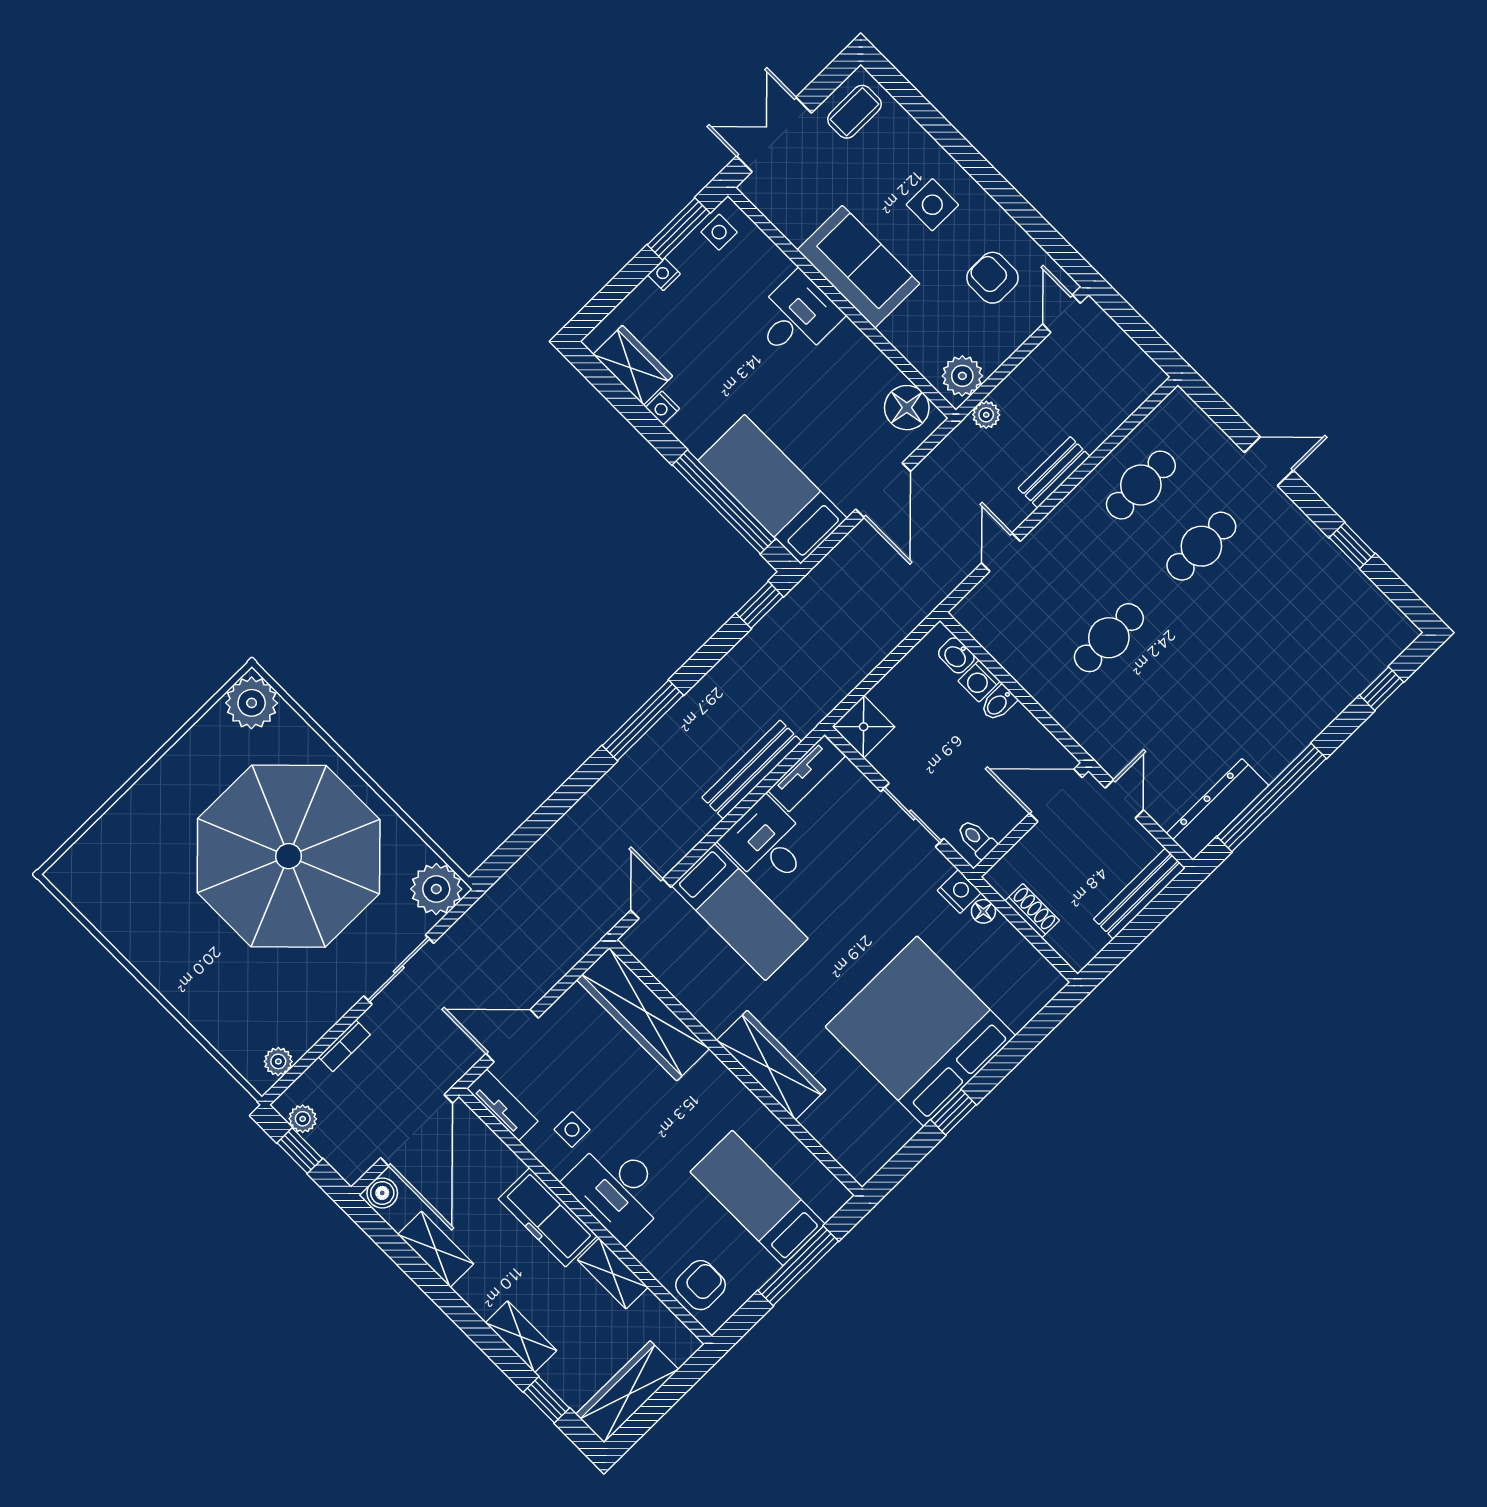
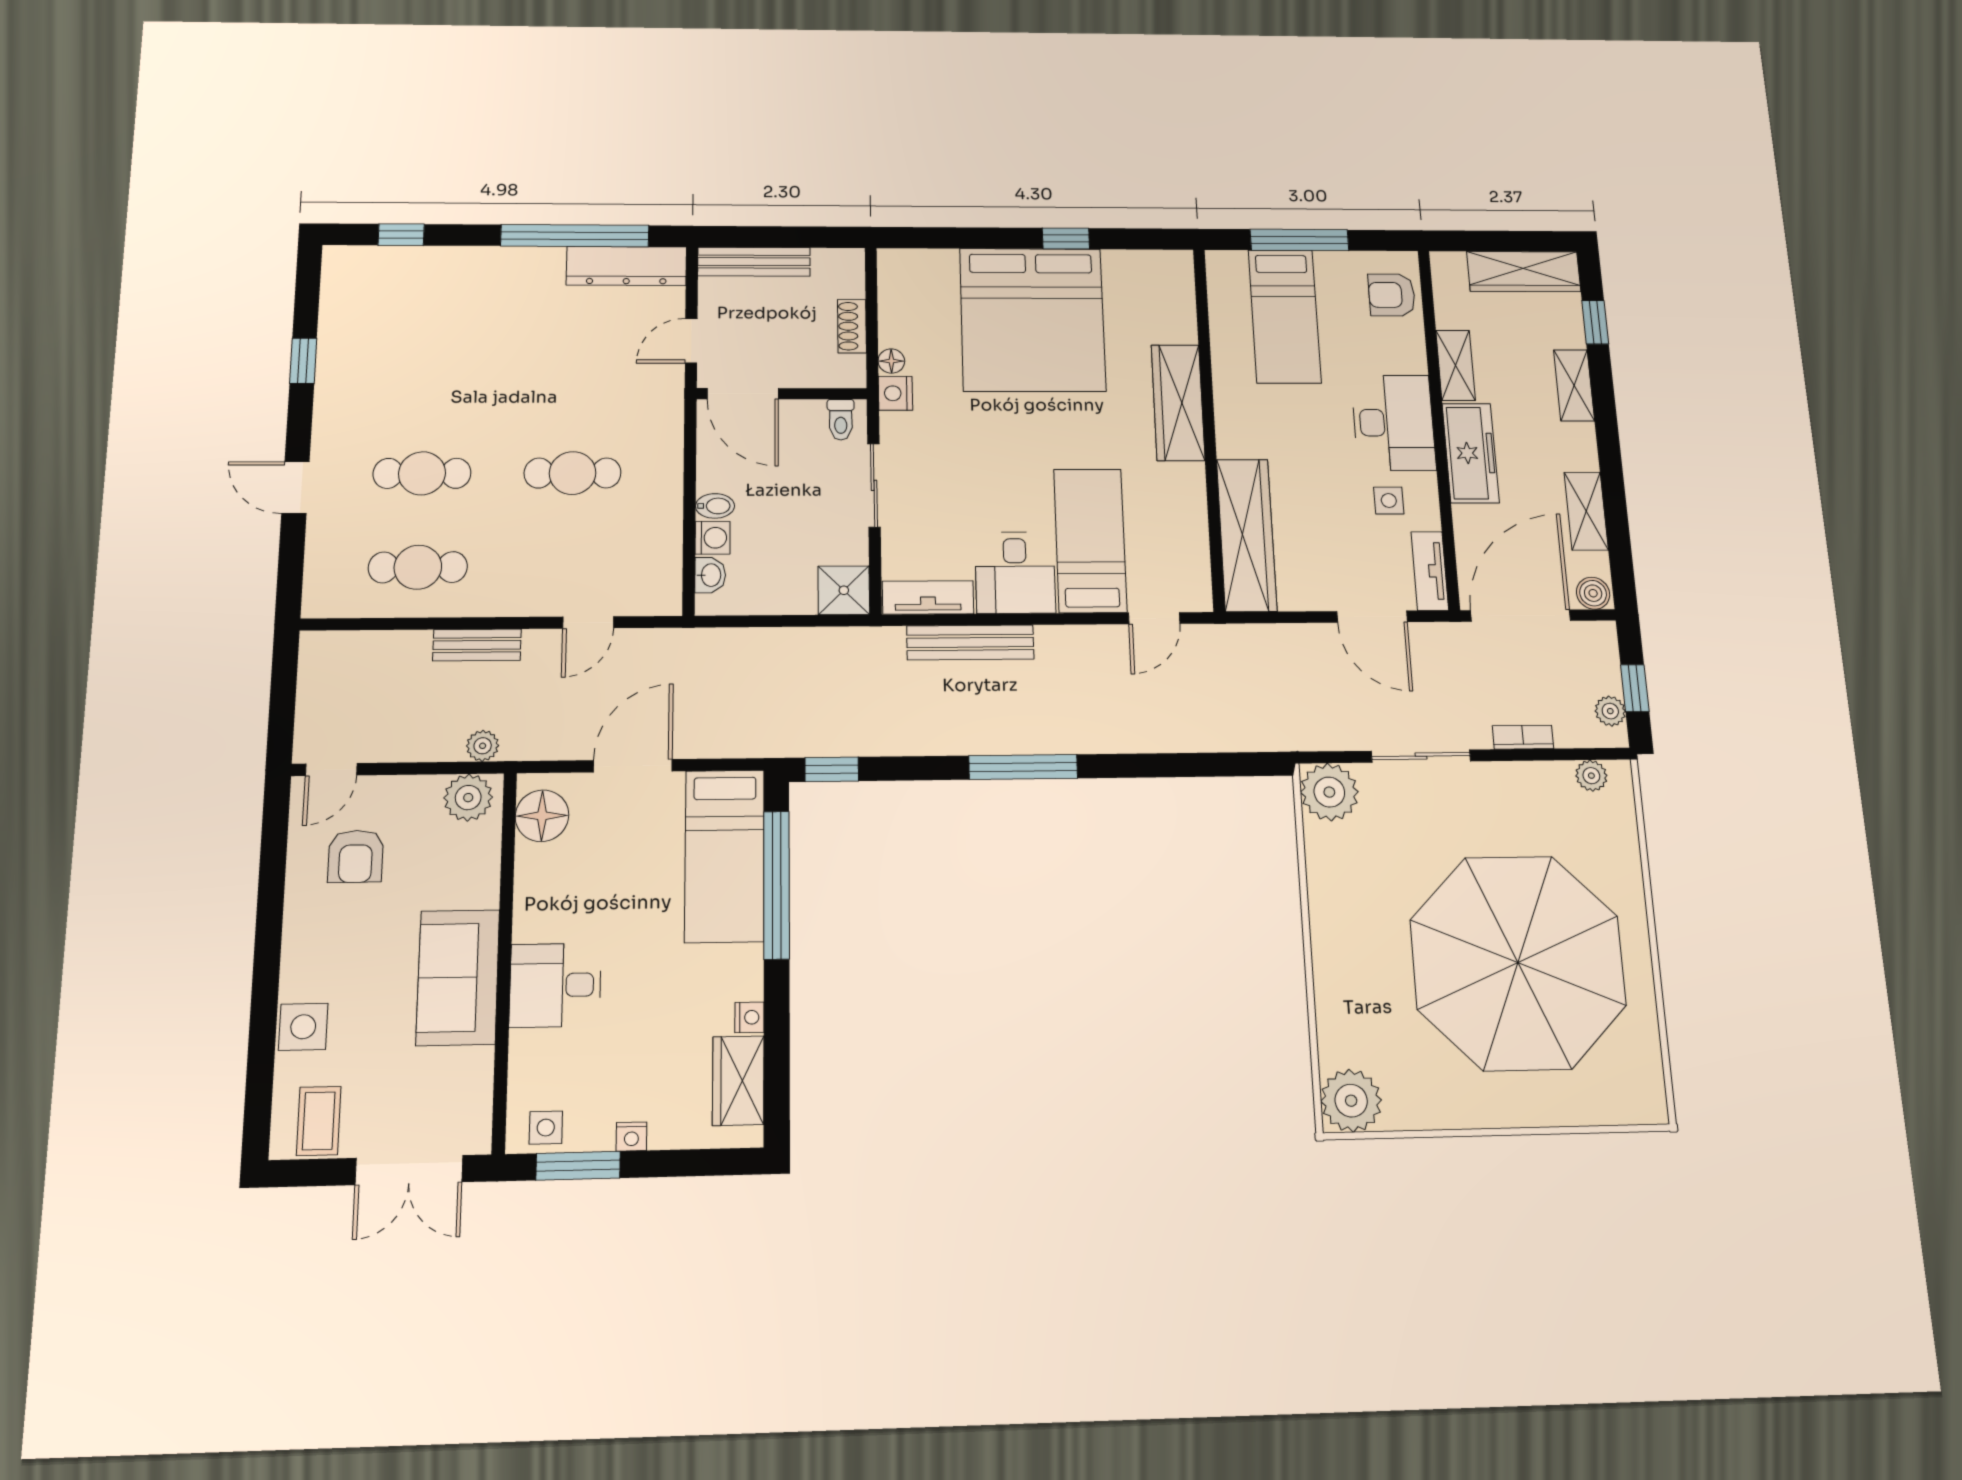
coffee table: (854, 112) -> (319, 1121), turned 90
side table: (932, 205) -> (303, 1027), moved
parasol: (289, 856) -> (1518, 963), moved

